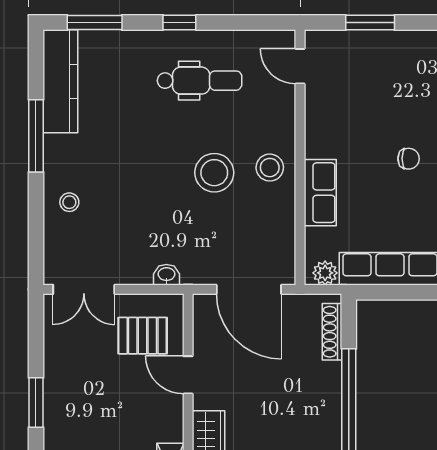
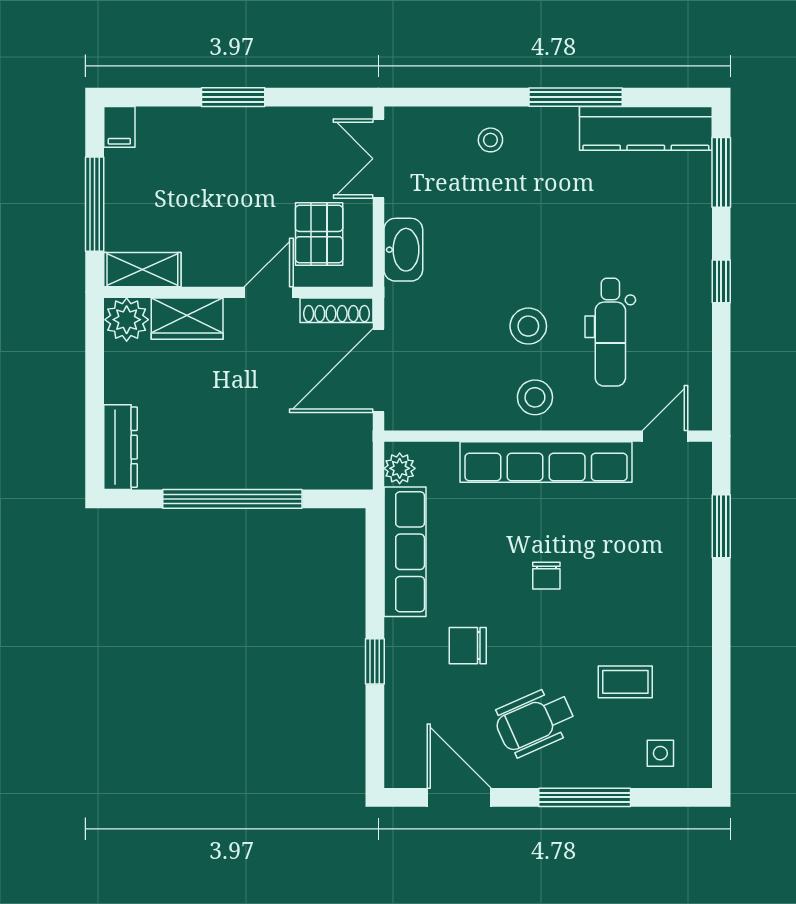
dental chair: (200, 81) -> (610, 332), moved
stool: (214, 173) -> (528, 326), width x0.73, depth x0.73
row of seats: (320, 193) -> (546, 462), width x2.02
washbasin: (166, 275) -> (403, 250), width x1.91, depth x1.45
shoe rack: (332, 332) -> (337, 310), moved, turned 180

